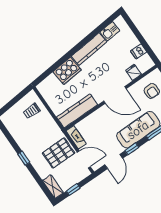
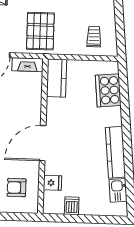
cooker: (67, 71) -> (108, 90), moved
kitchen counter: (77, 111) -> (57, 78), width x0.67
pallet: (59, 153) -> (40, 31), moved

